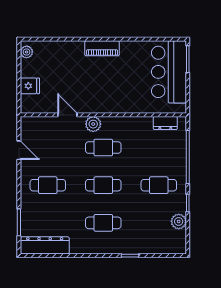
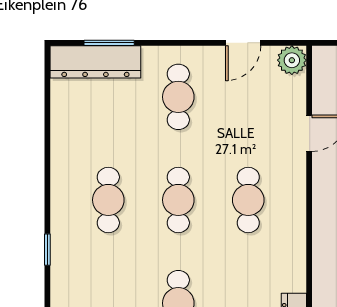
plant: (93, 124) -> (292, 60), moved
dresser: (45, 245) -> (95, 62), moved, turned 90

